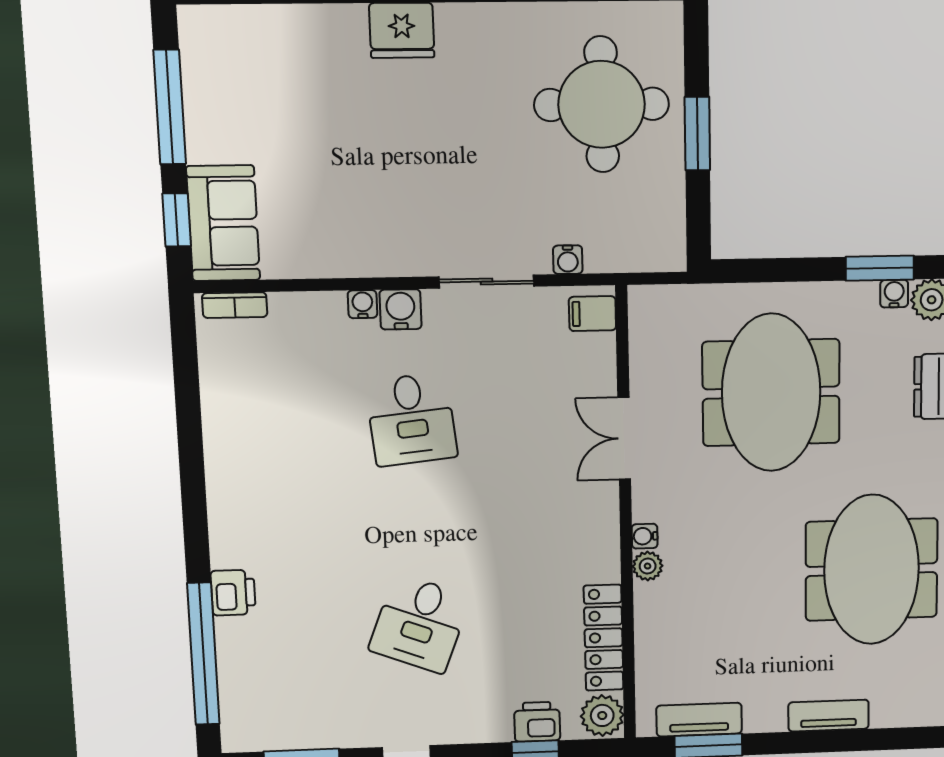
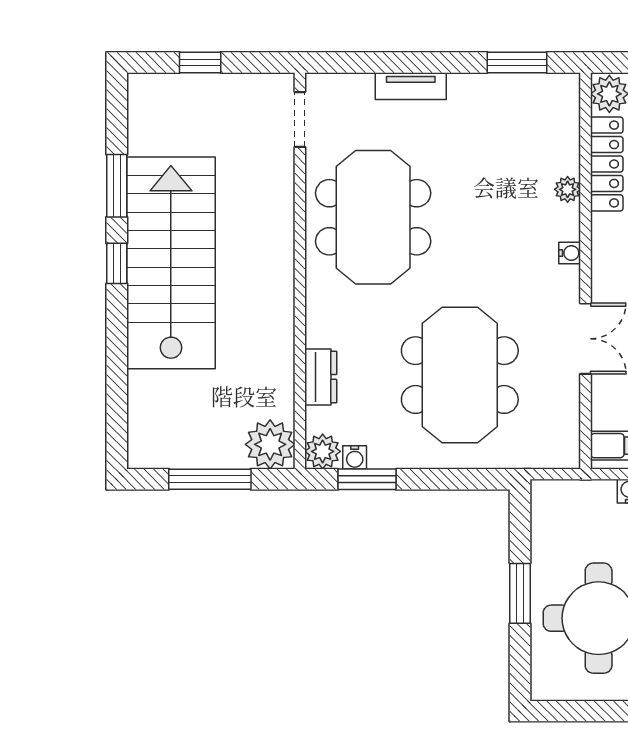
plant: (648, 566) -> (568, 189), moved
tv unit: (699, 720) -> (525, 87), removed

